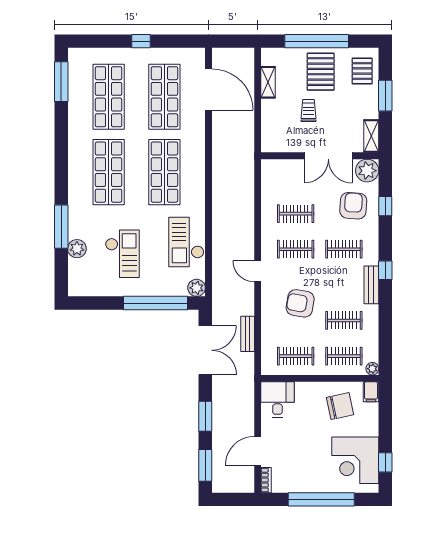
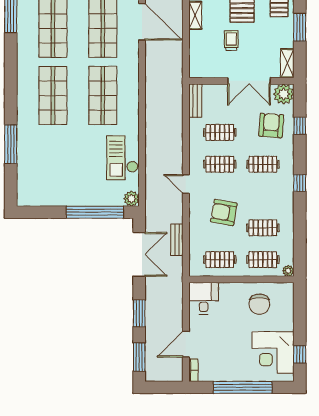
plant: (77, 249) -> (25, 164), removed
checkout: (122, 254) -> (65, 168), removed
bench: (371, 285) -> (195, 101), moved
filing cabinet: (371, 392) -> (287, 291), removed
chair: (340, 406) -> (259, 304), turned 102

